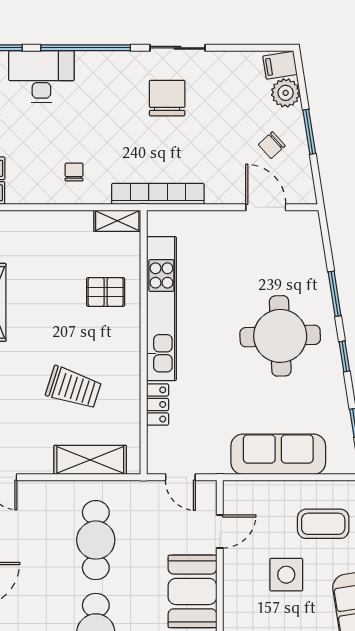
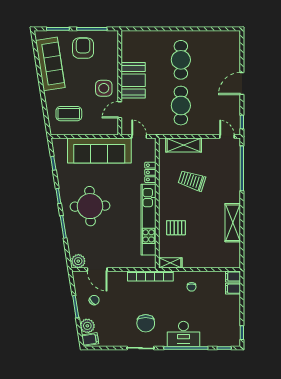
desk: (41, 76) -> (183, 334), moved
plant: (304, 224) -> (78, 261), added
sofa: (278, 454) -> (99, 151), width x1.36, depth x1.27
side table: (286, 575) -> (104, 88), moved

